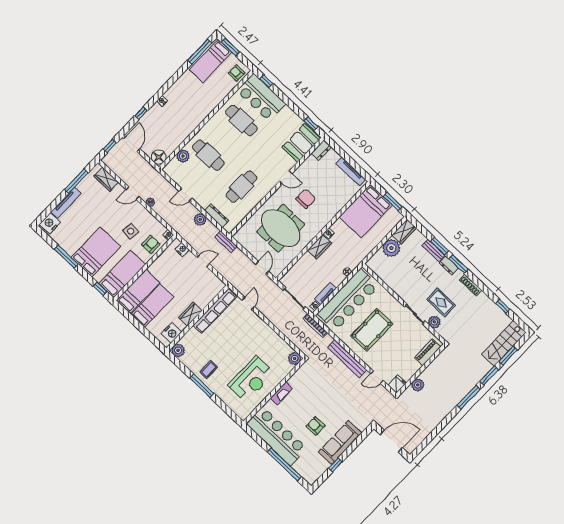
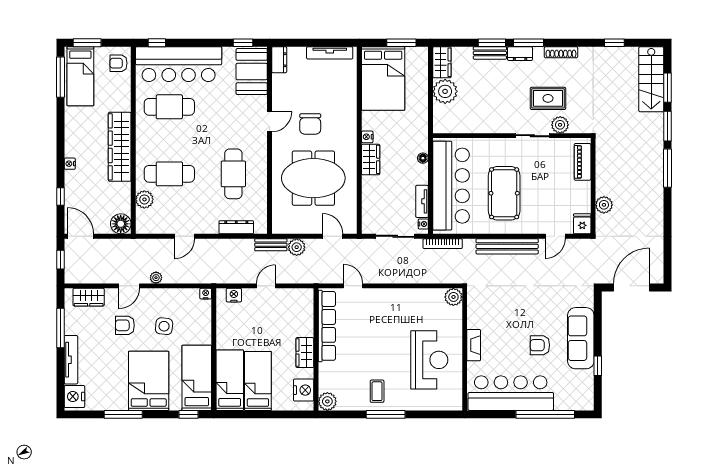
bar counter: (261, 97) -> (179, 64), width x1.36
wardrobe: (196, 117) -> (120, 147), added
chair: (306, 199) -> (310, 124), turned 180
plant: (200, 219) -> (297, 247), moved
armchair: (151, 244) -> (125, 325), moved, turned -90

